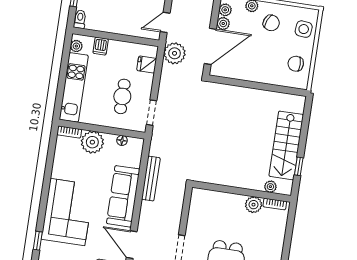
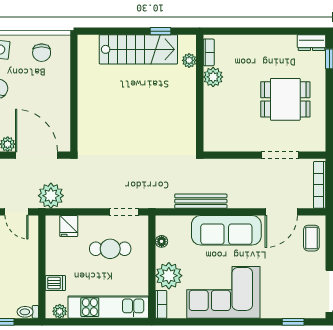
corner sofa: (68, 212) -> (223, 292), moved

